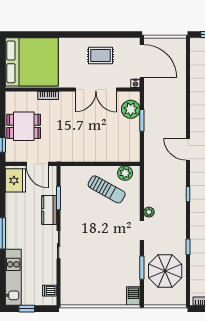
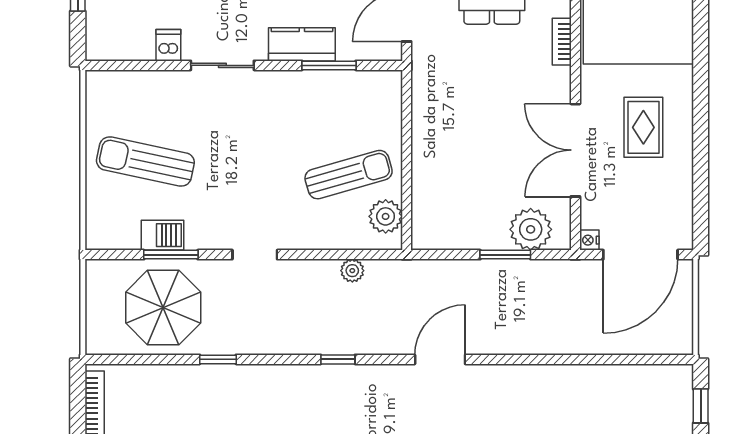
rug: (101, 55) -> (643, 127), moved
sun lounger: (107, 189) -> (349, 175), turned -135
plant: (149, 212) -> (352, 271), moved
sun lounger: (101, 279) -> (145, 161), added
dishwasher: (50, 291) -> (168, 45), moved
barbecue: (133, 296) -> (163, 235), moved

